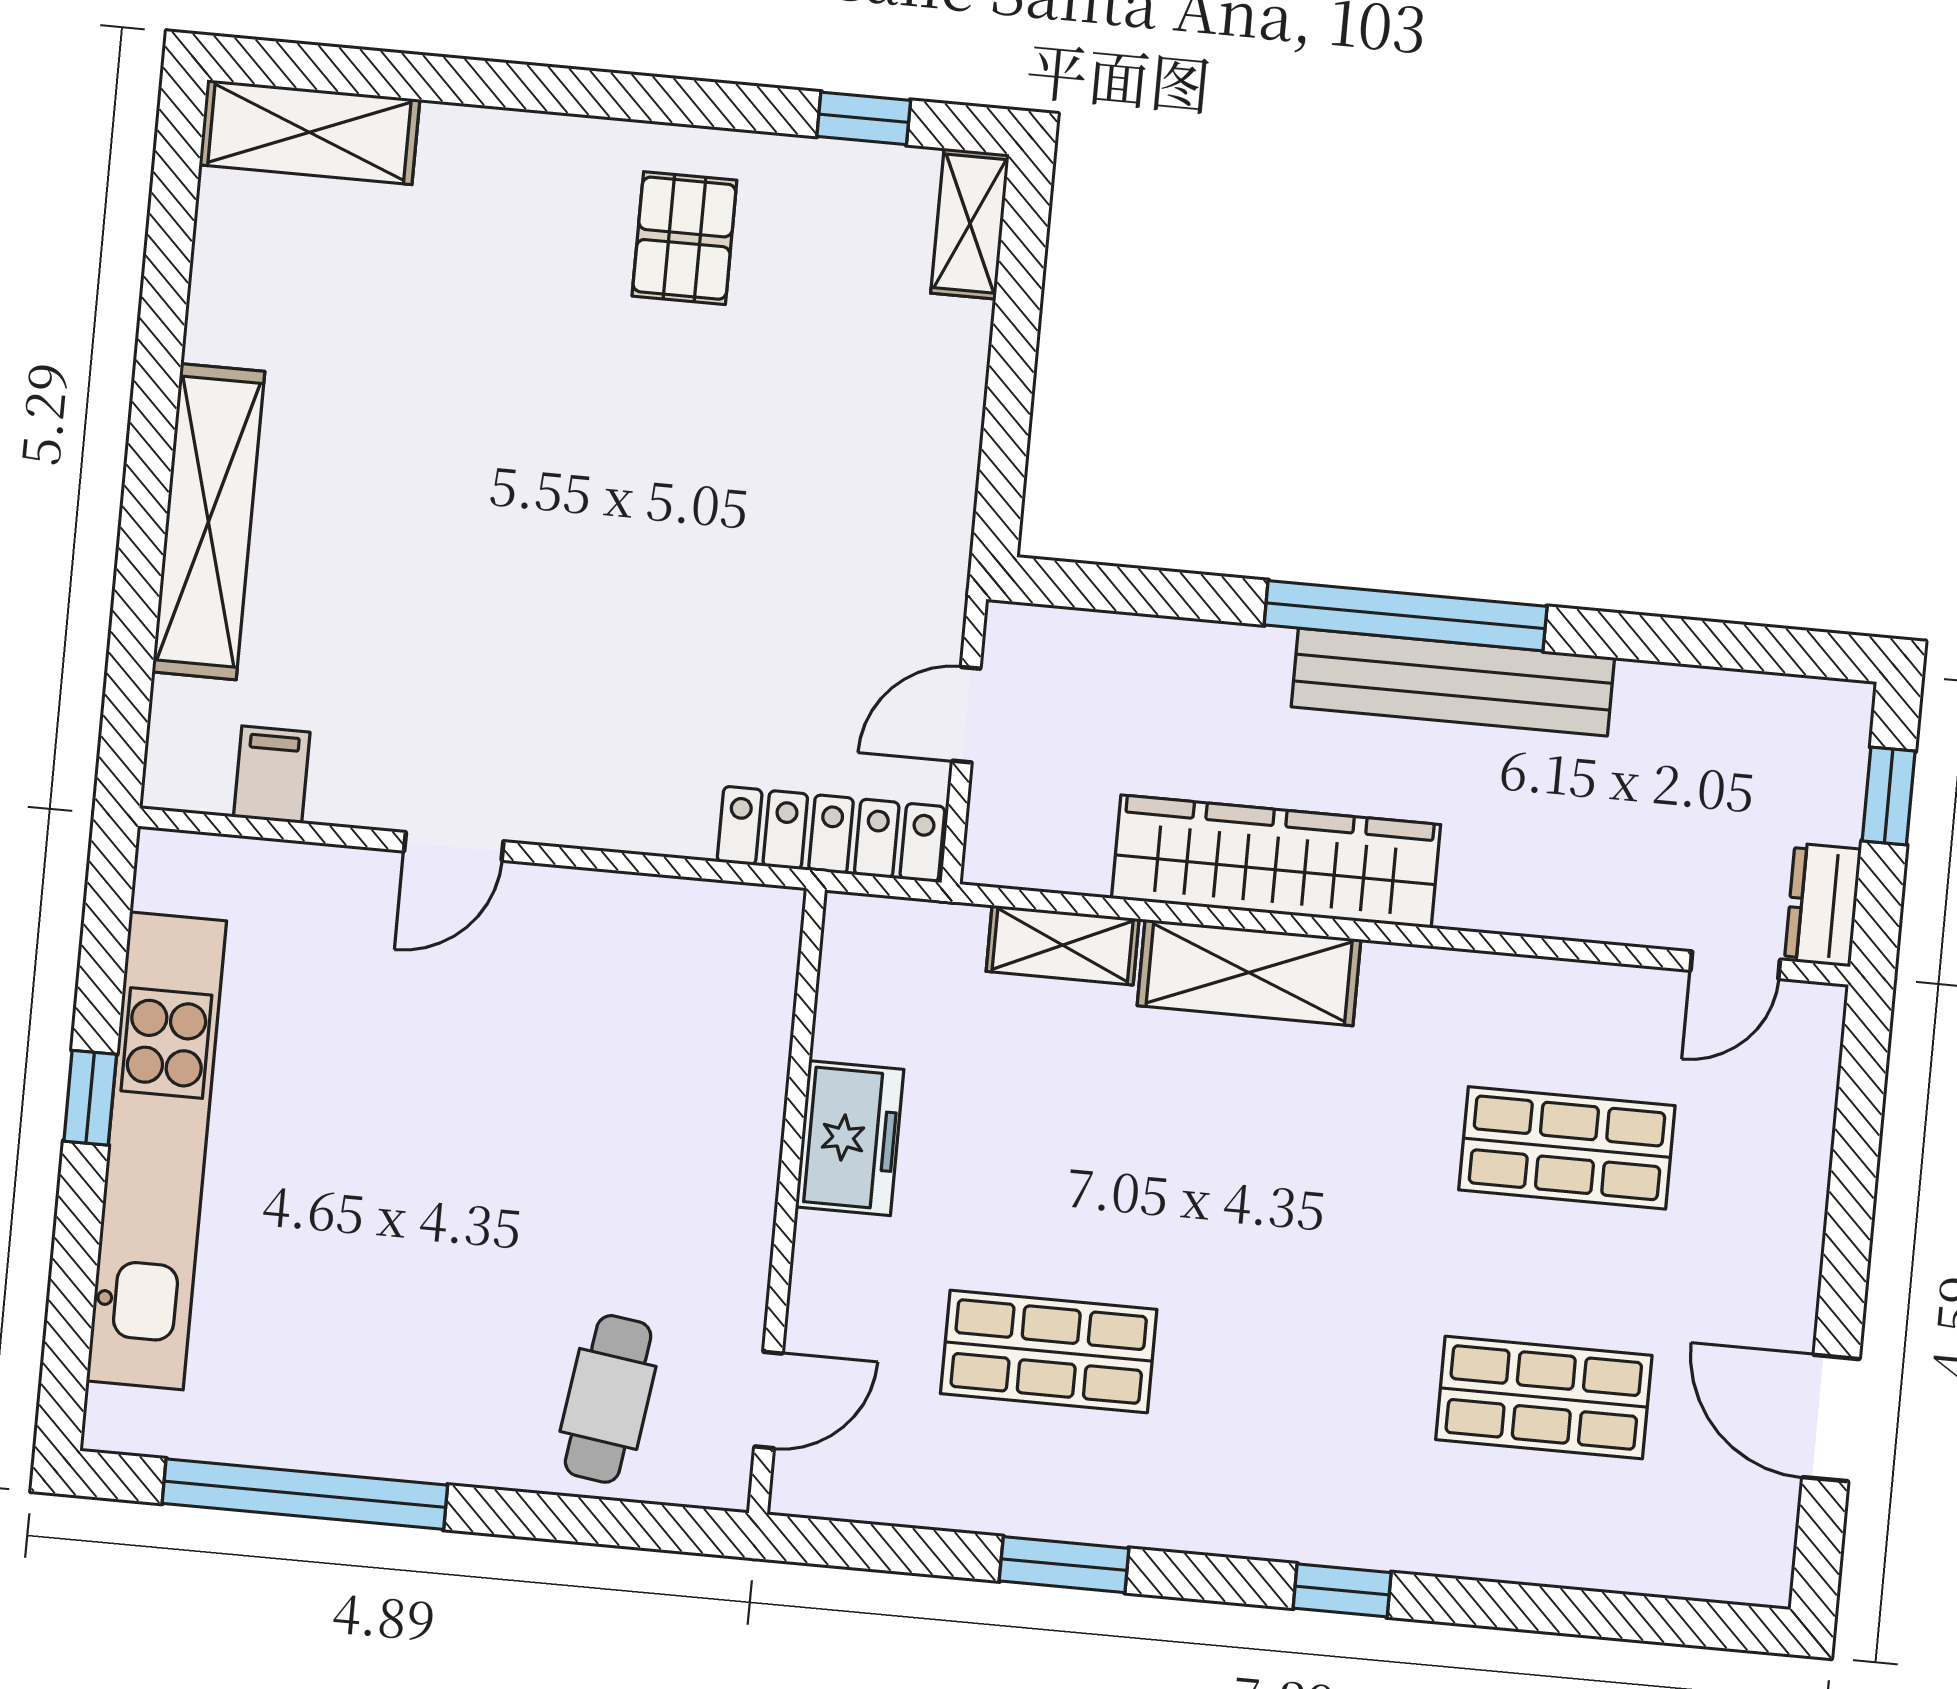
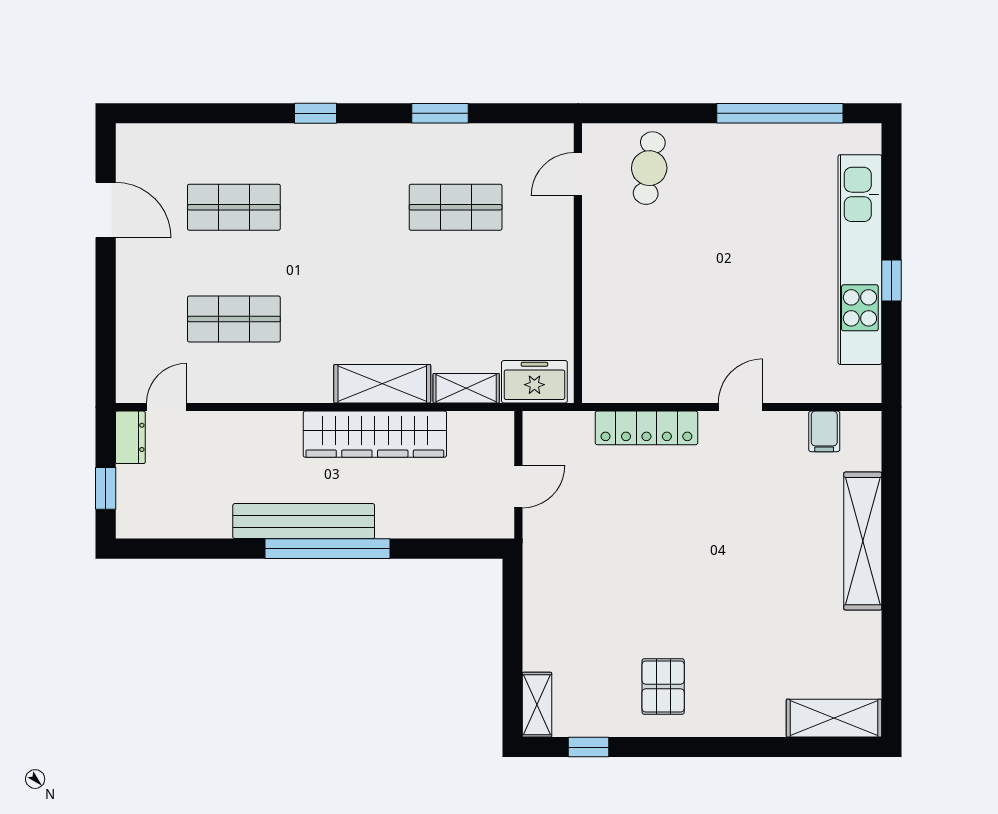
locker: (831, 834) -> (646, 428), moved
freezer: (850, 1138) -> (534, 382), moved, turned 90

